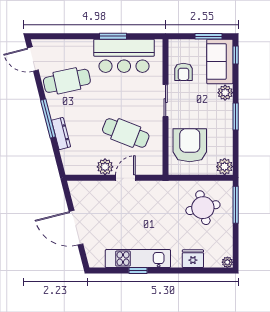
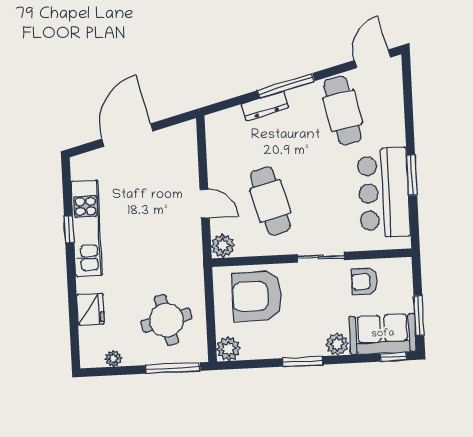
cafe table: (126, 133) -> (270, 201), turned -36
armchair: (190, 145) -> (257, 296), turned 180
plant: (105, 167) -> (223, 246), moved
plant: (227, 262) -> (113, 359), moved

